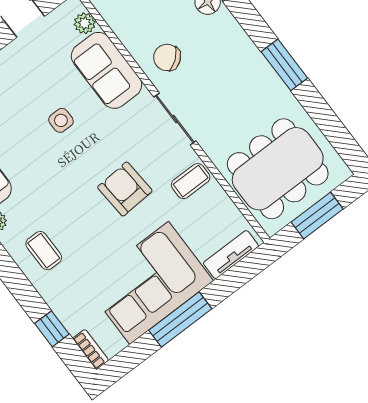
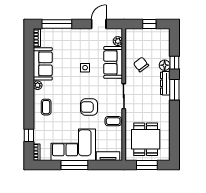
dresser: (235, 35) -> (165, 83), added
chair: (167, 57) -> (141, 64), moved
window: (284, 65) -> (174, 90), moved
dining table: (278, 169) -> (146, 139), width x0.73
armchair: (125, 189) -> (89, 107), turned -86

